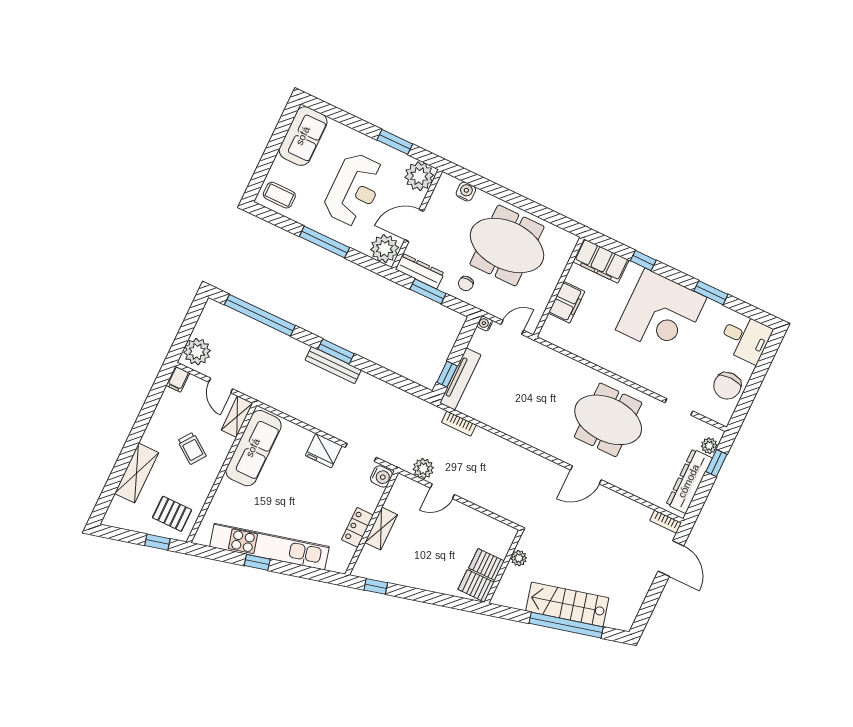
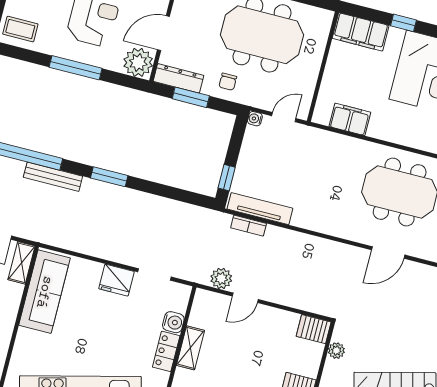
filing cabinet: (567, 302) -> (350, 119), moved, turned -90
bench: (333, 365) -> (53, 177), moved
tv unit: (460, 379) -> (260, 209), moved, turned -90
water cooler: (381, 476) -> (173, 322), moved
server rack: (486, 564) -> (314, 329), moved

